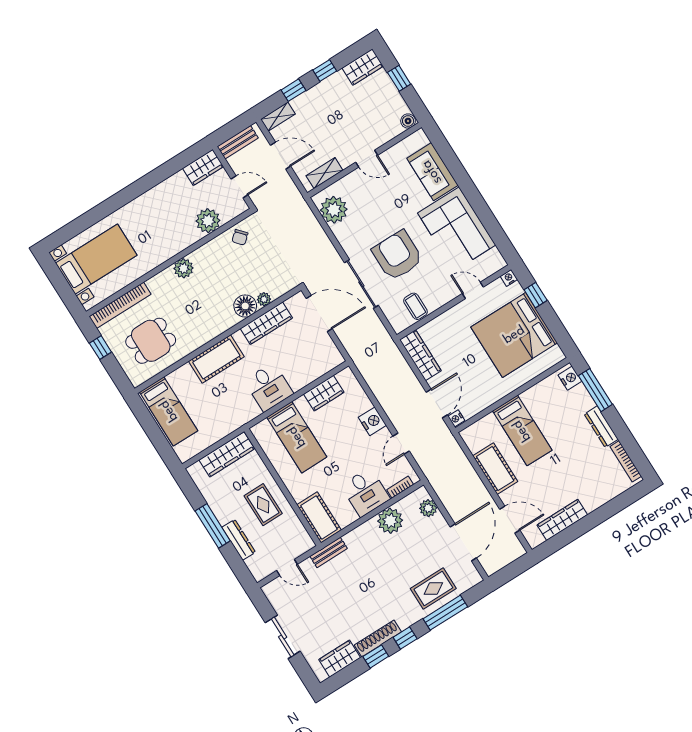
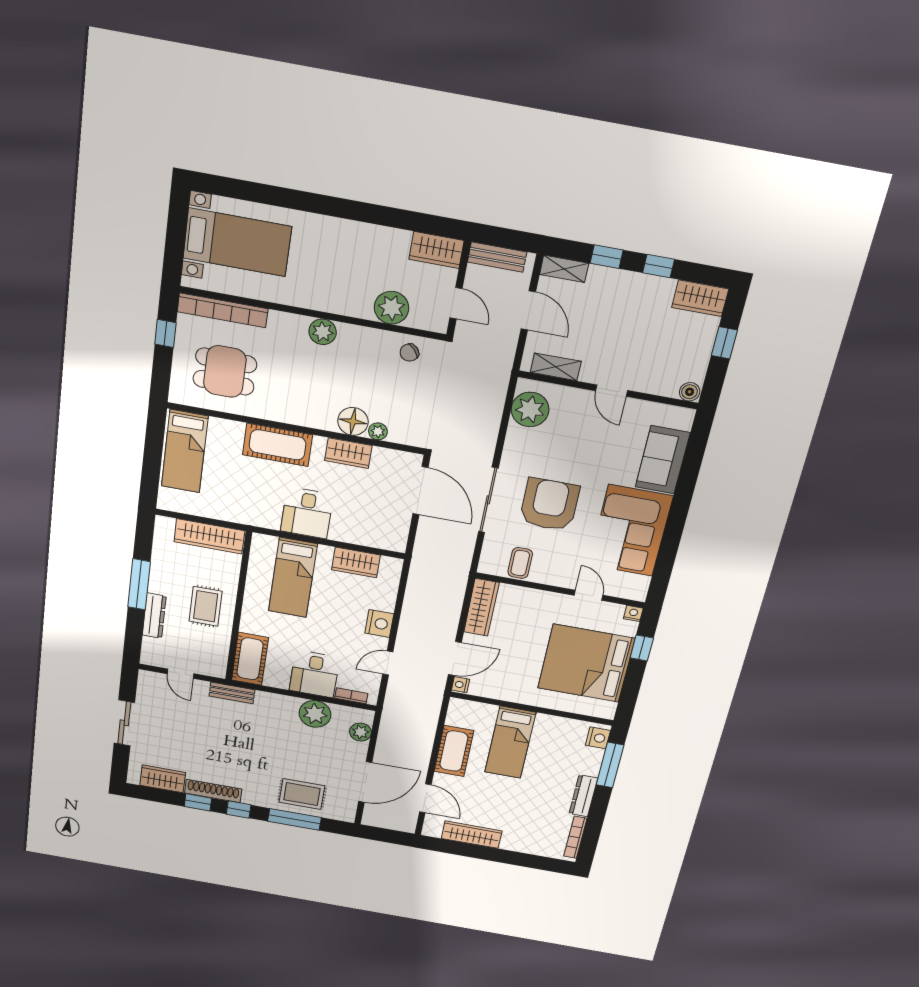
wardrobe: (266, 323) -> (348, 453), width x0.67

